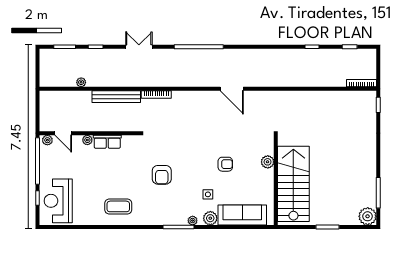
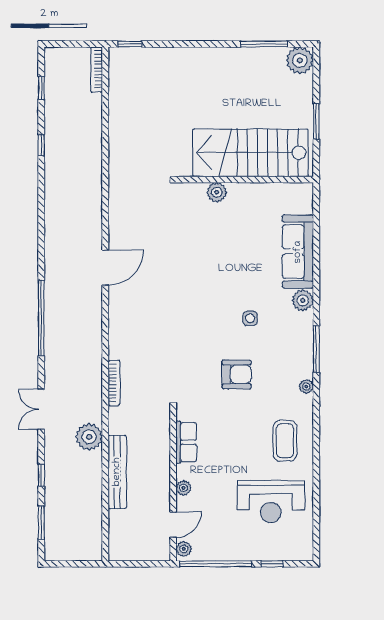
plant: (81, 82) -> (89, 437), moved, width x1.88, depth x1.88
bench: (116, 97) -> (117, 472), moved
row of seats: (107, 142) -> (186, 442), moved
plant: (268, 162) -> (217, 192), moved
armchair: (225, 164) -> (220, 277), removed
wall: (276, 180) -> (245, 180), moved
stairs: (293, 184) -> (250, 153), moved
side table: (208, 194) -> (250, 318), moved
reception desk: (58, 201) -> (271, 502), moved
plant: (193, 221) -> (306, 387), moved

